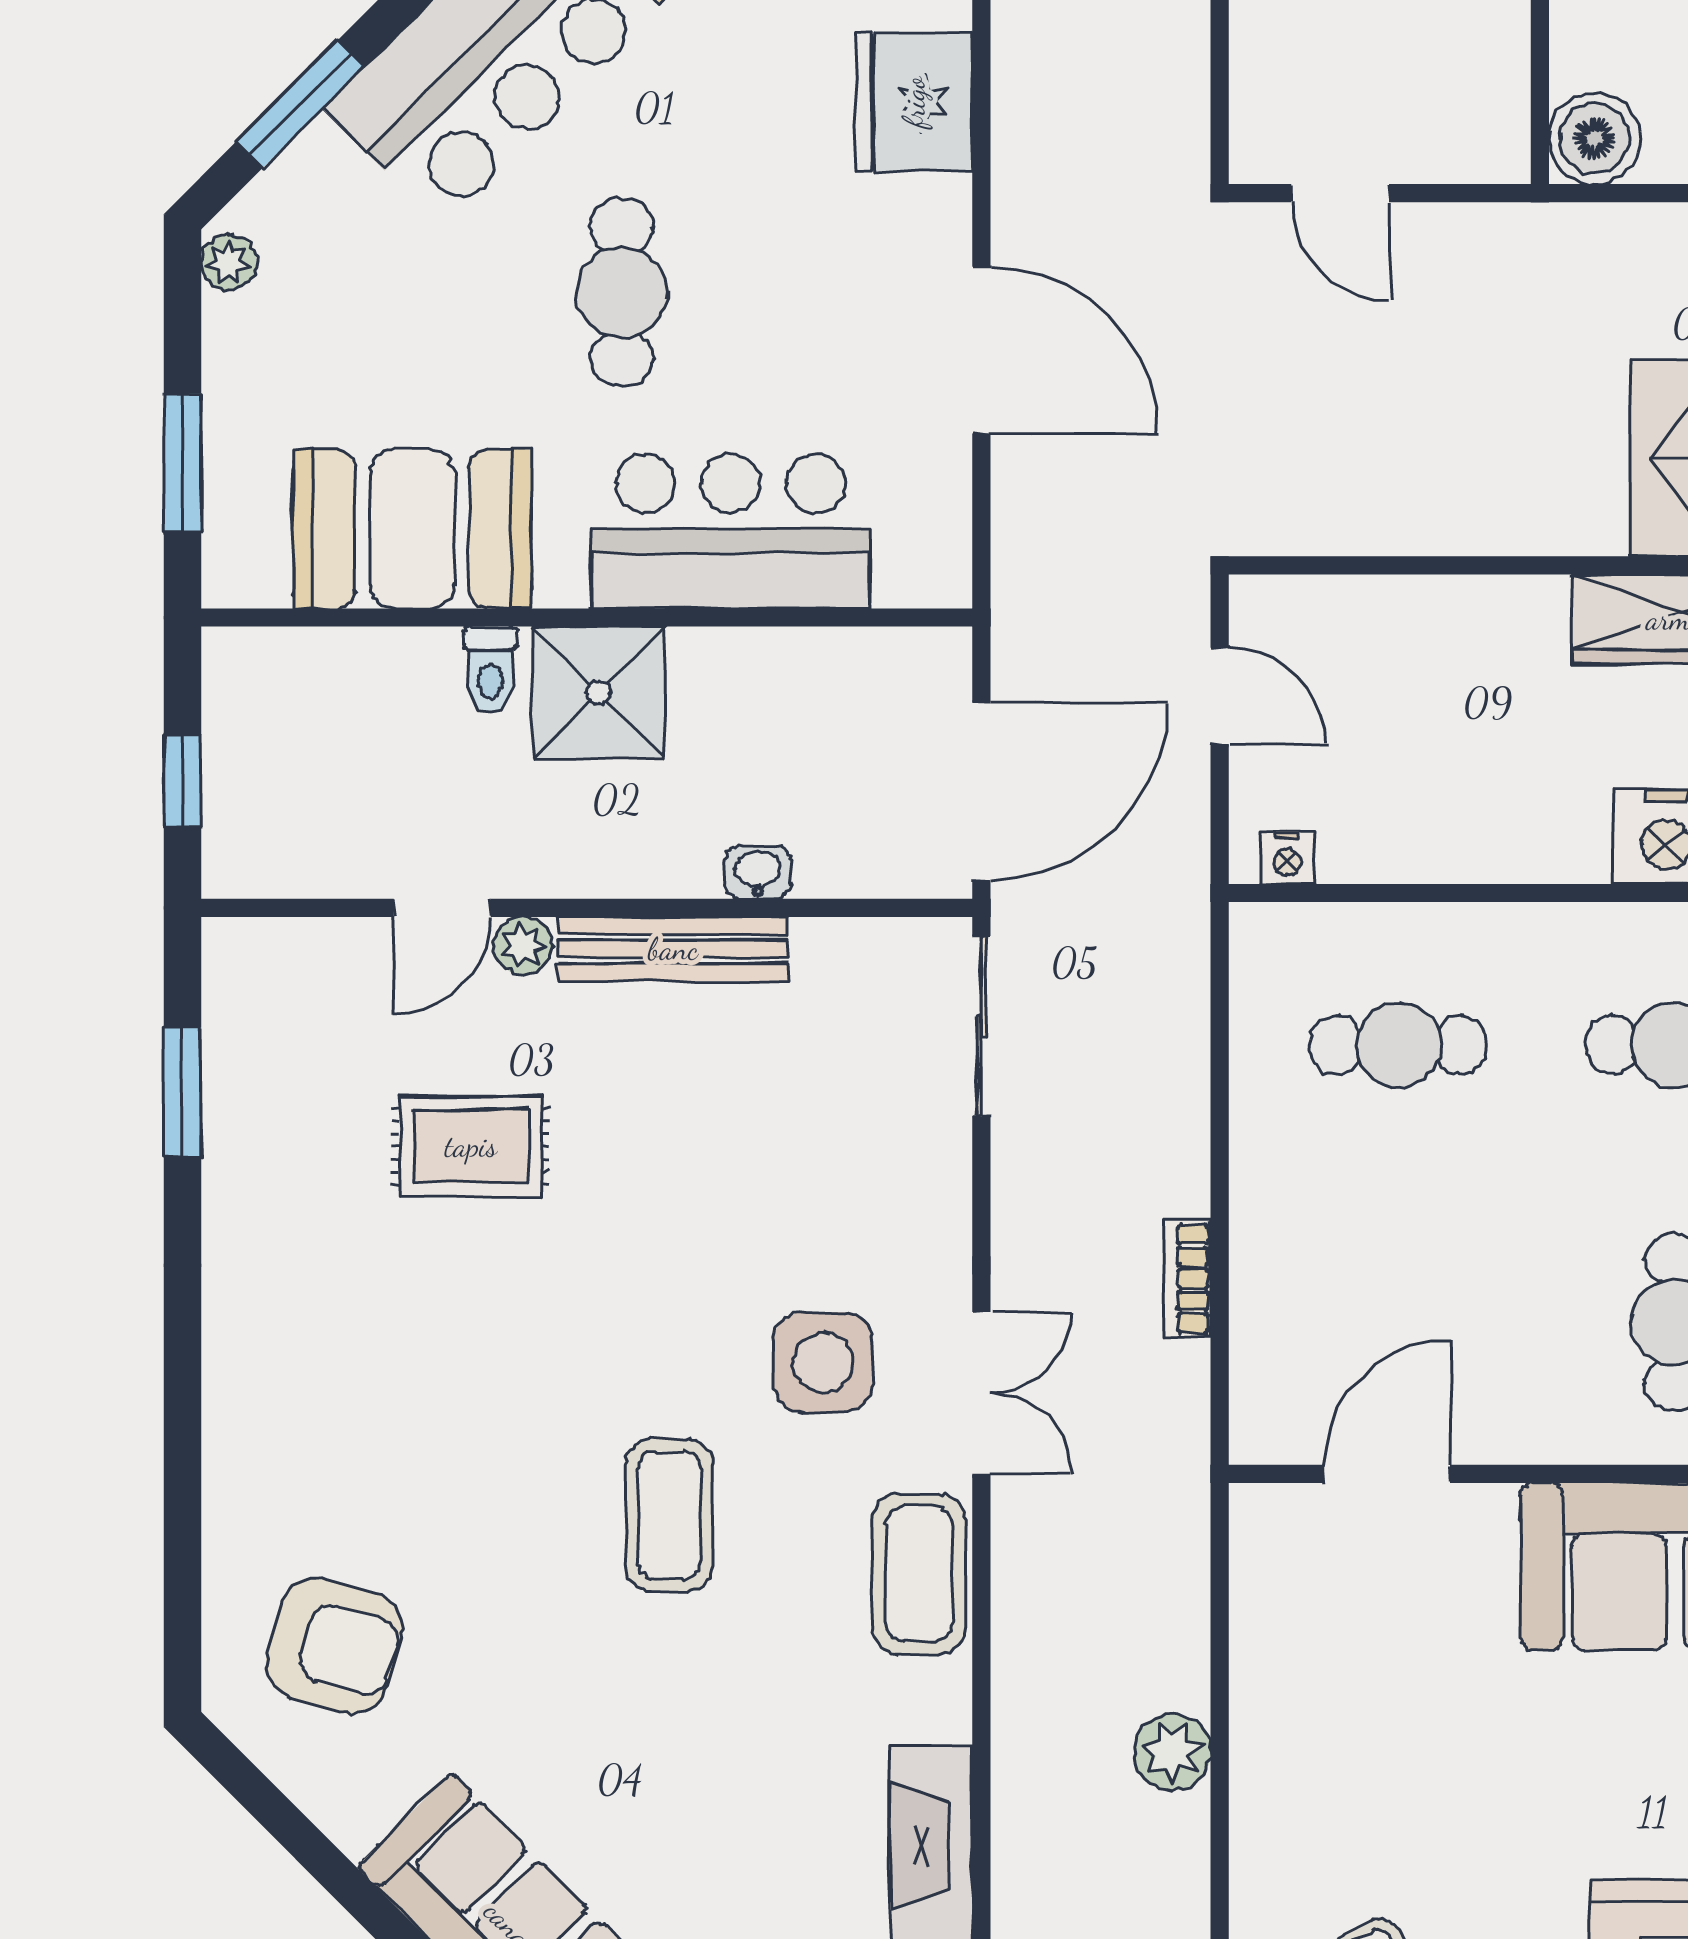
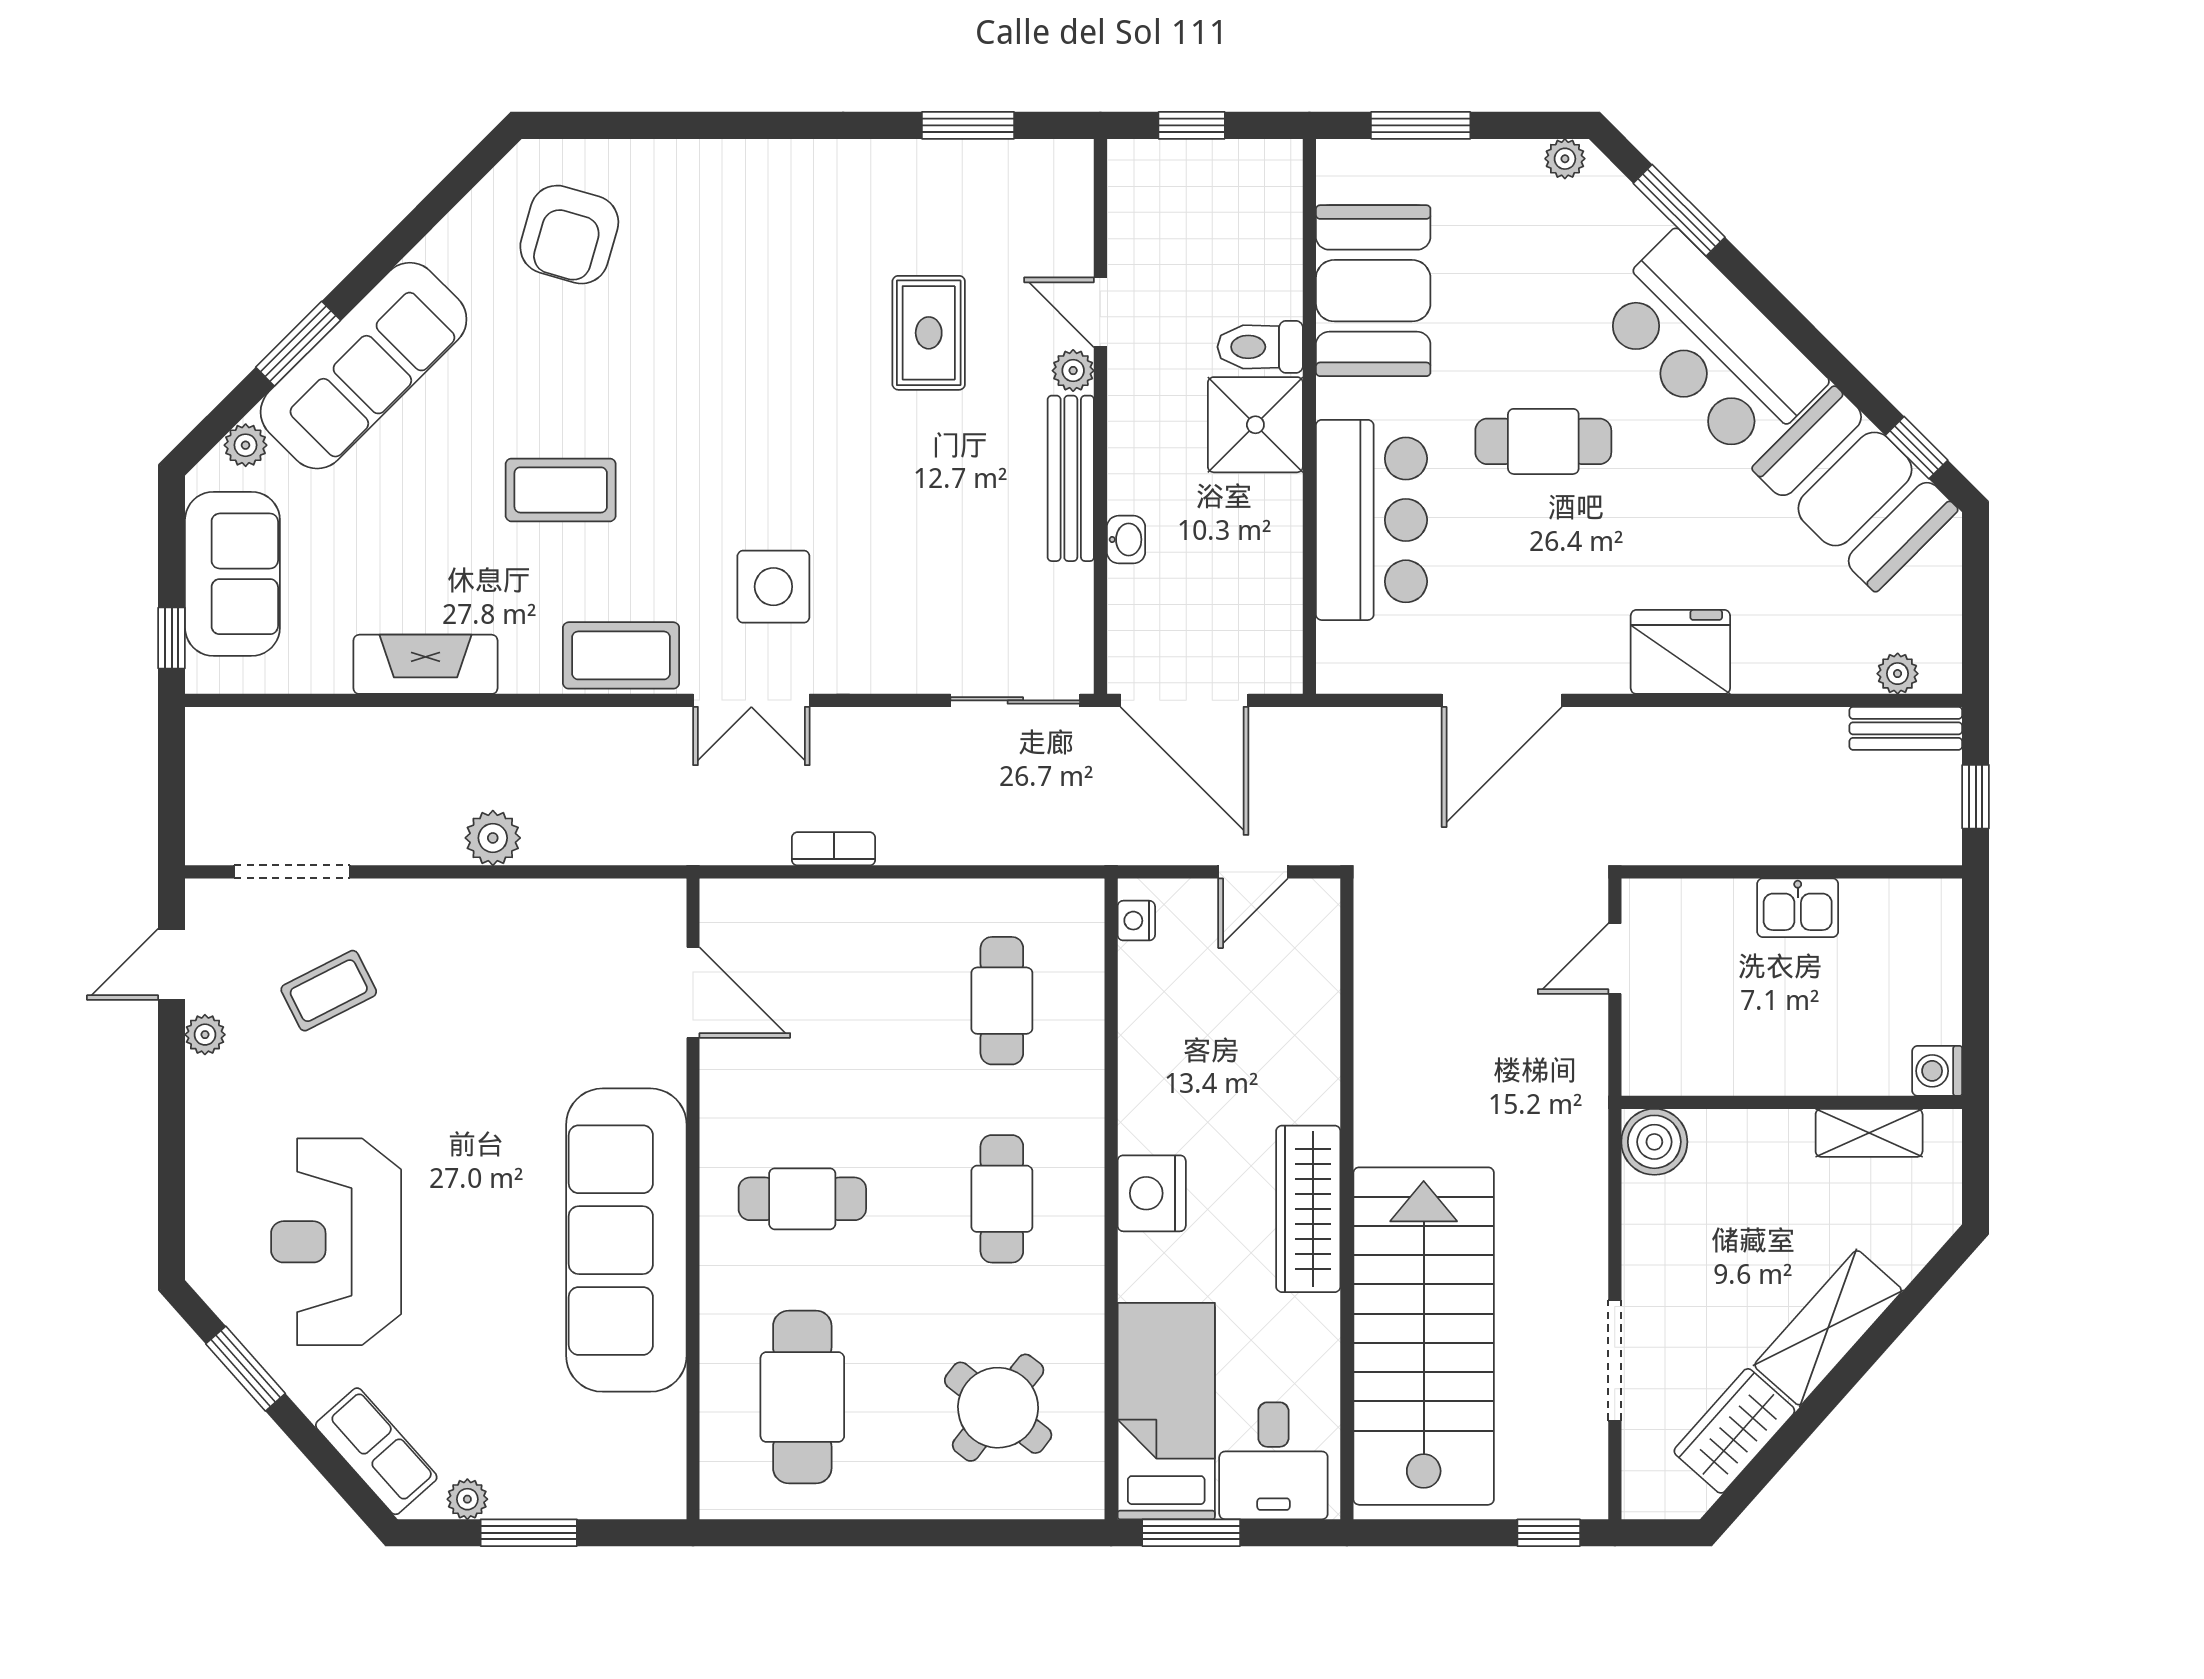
toilet: (490, 669) -> (1260, 347), width x1.37, depth x1.39
coffee table: (669, 1515) -> (561, 490), moved

